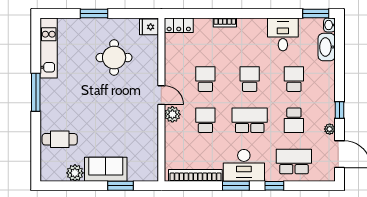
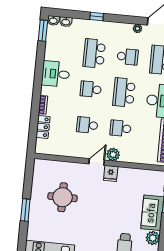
locker: (179, 25) -> (43, 127), moved
fridge: (149, 27) -> (111, 173), moved
desk: (283, 34) -> (56, 74), moved
washbasin: (327, 47) -> (66, 22), width x0.52, depth x0.69
school desk: (294, 79) -> (94, 53), width x1.85
window: (339, 110) -> (97, 16), moved

